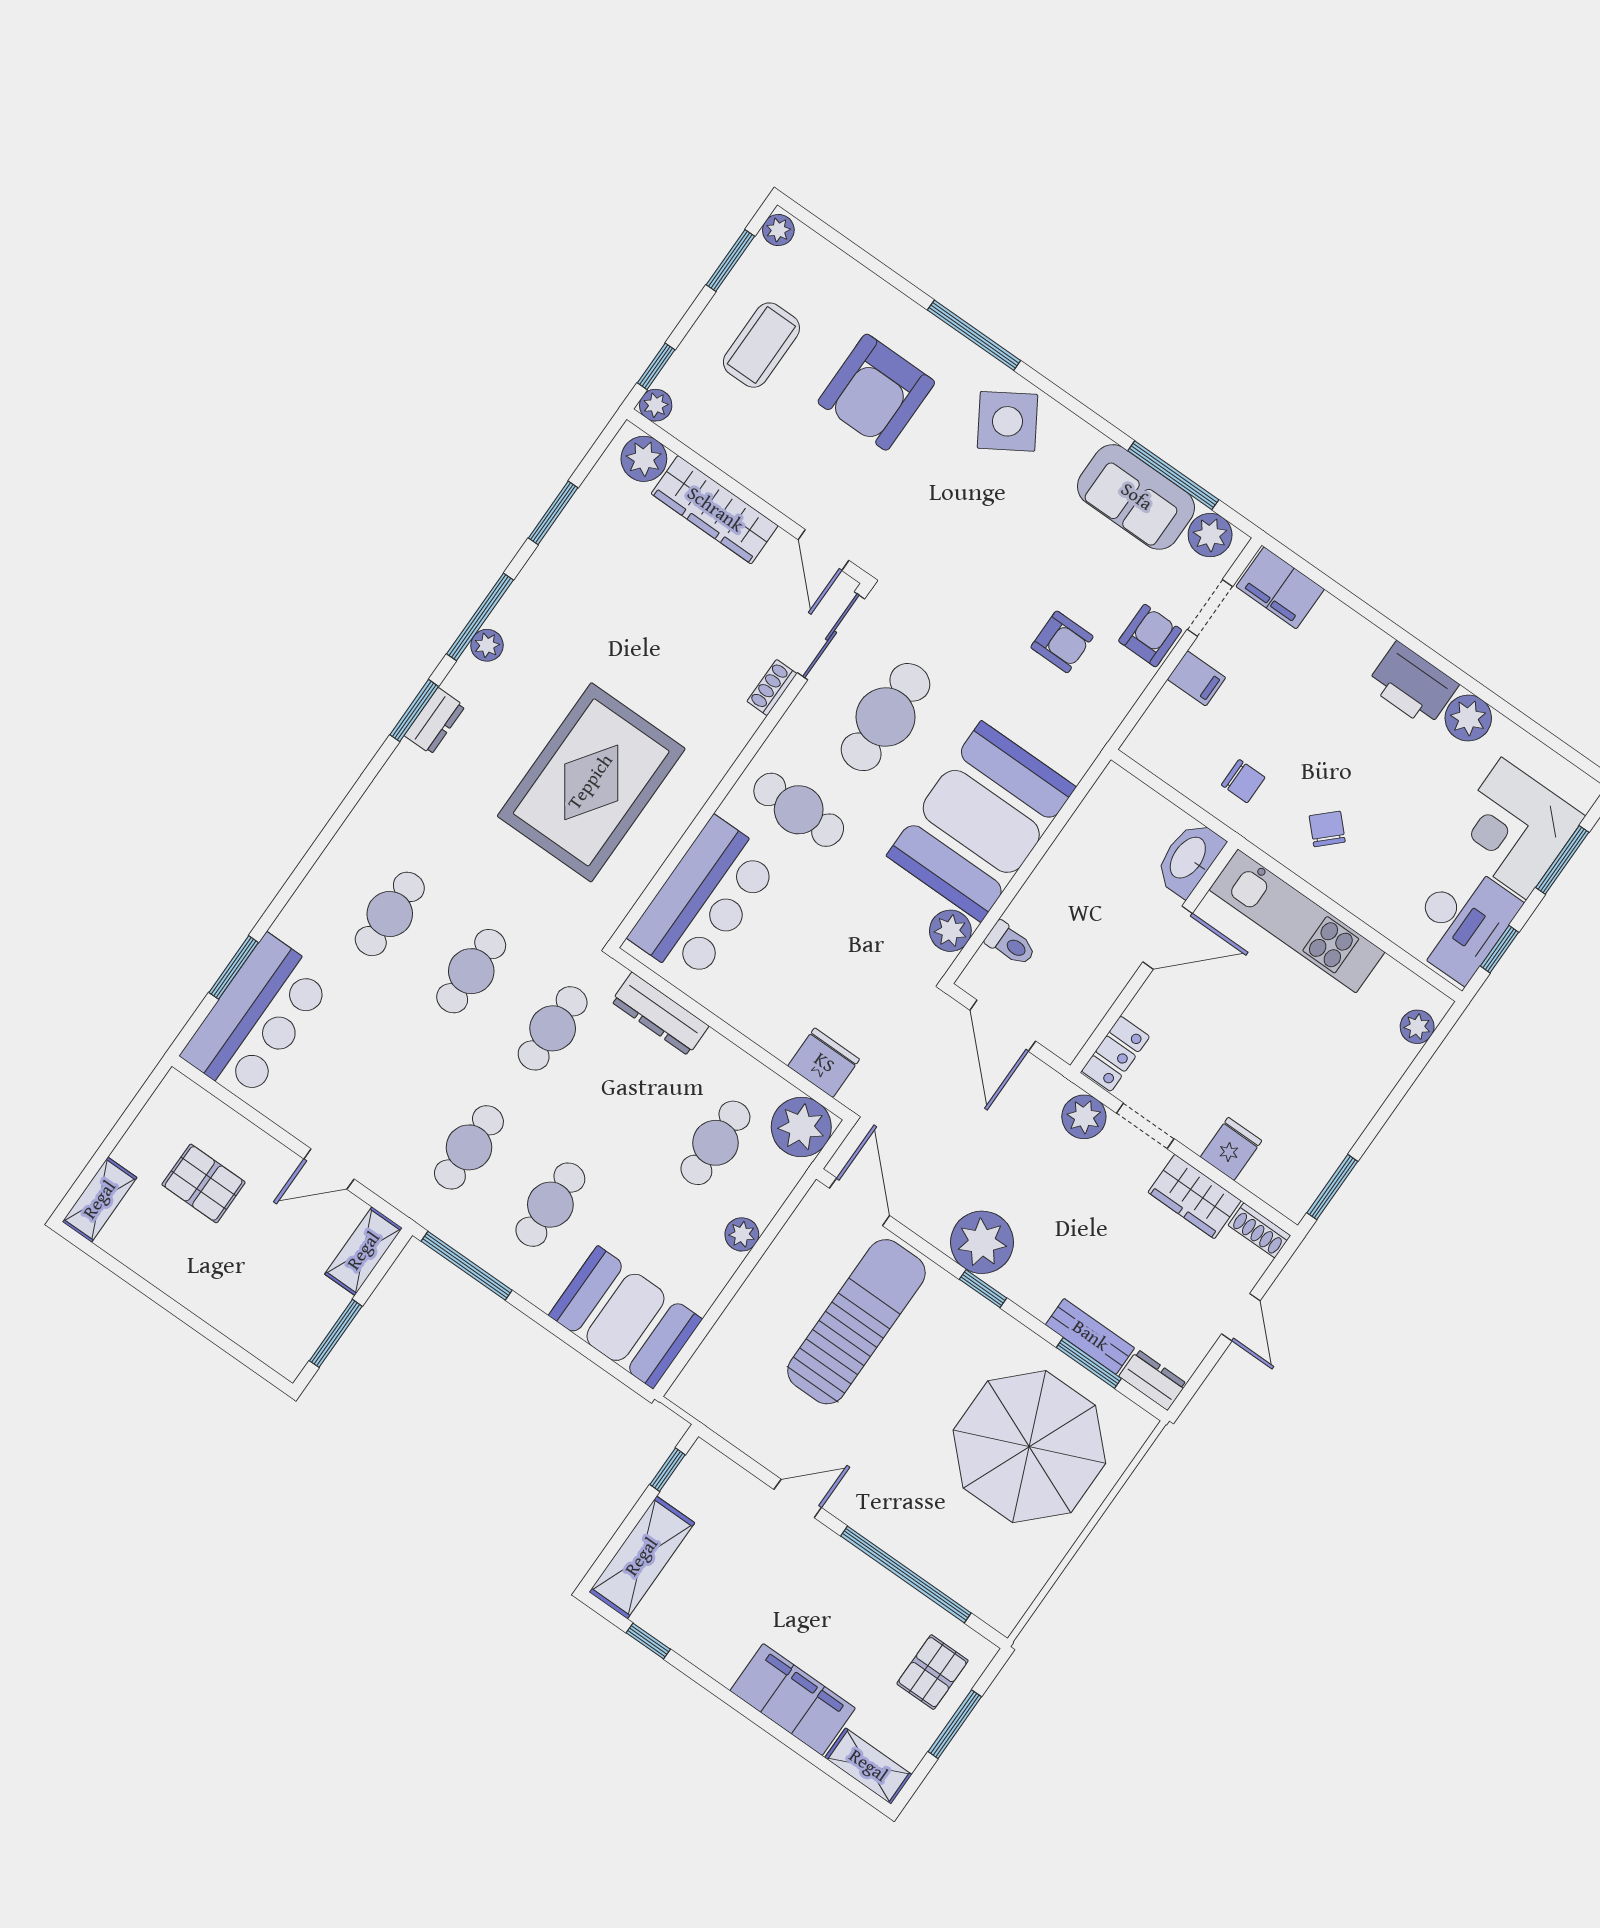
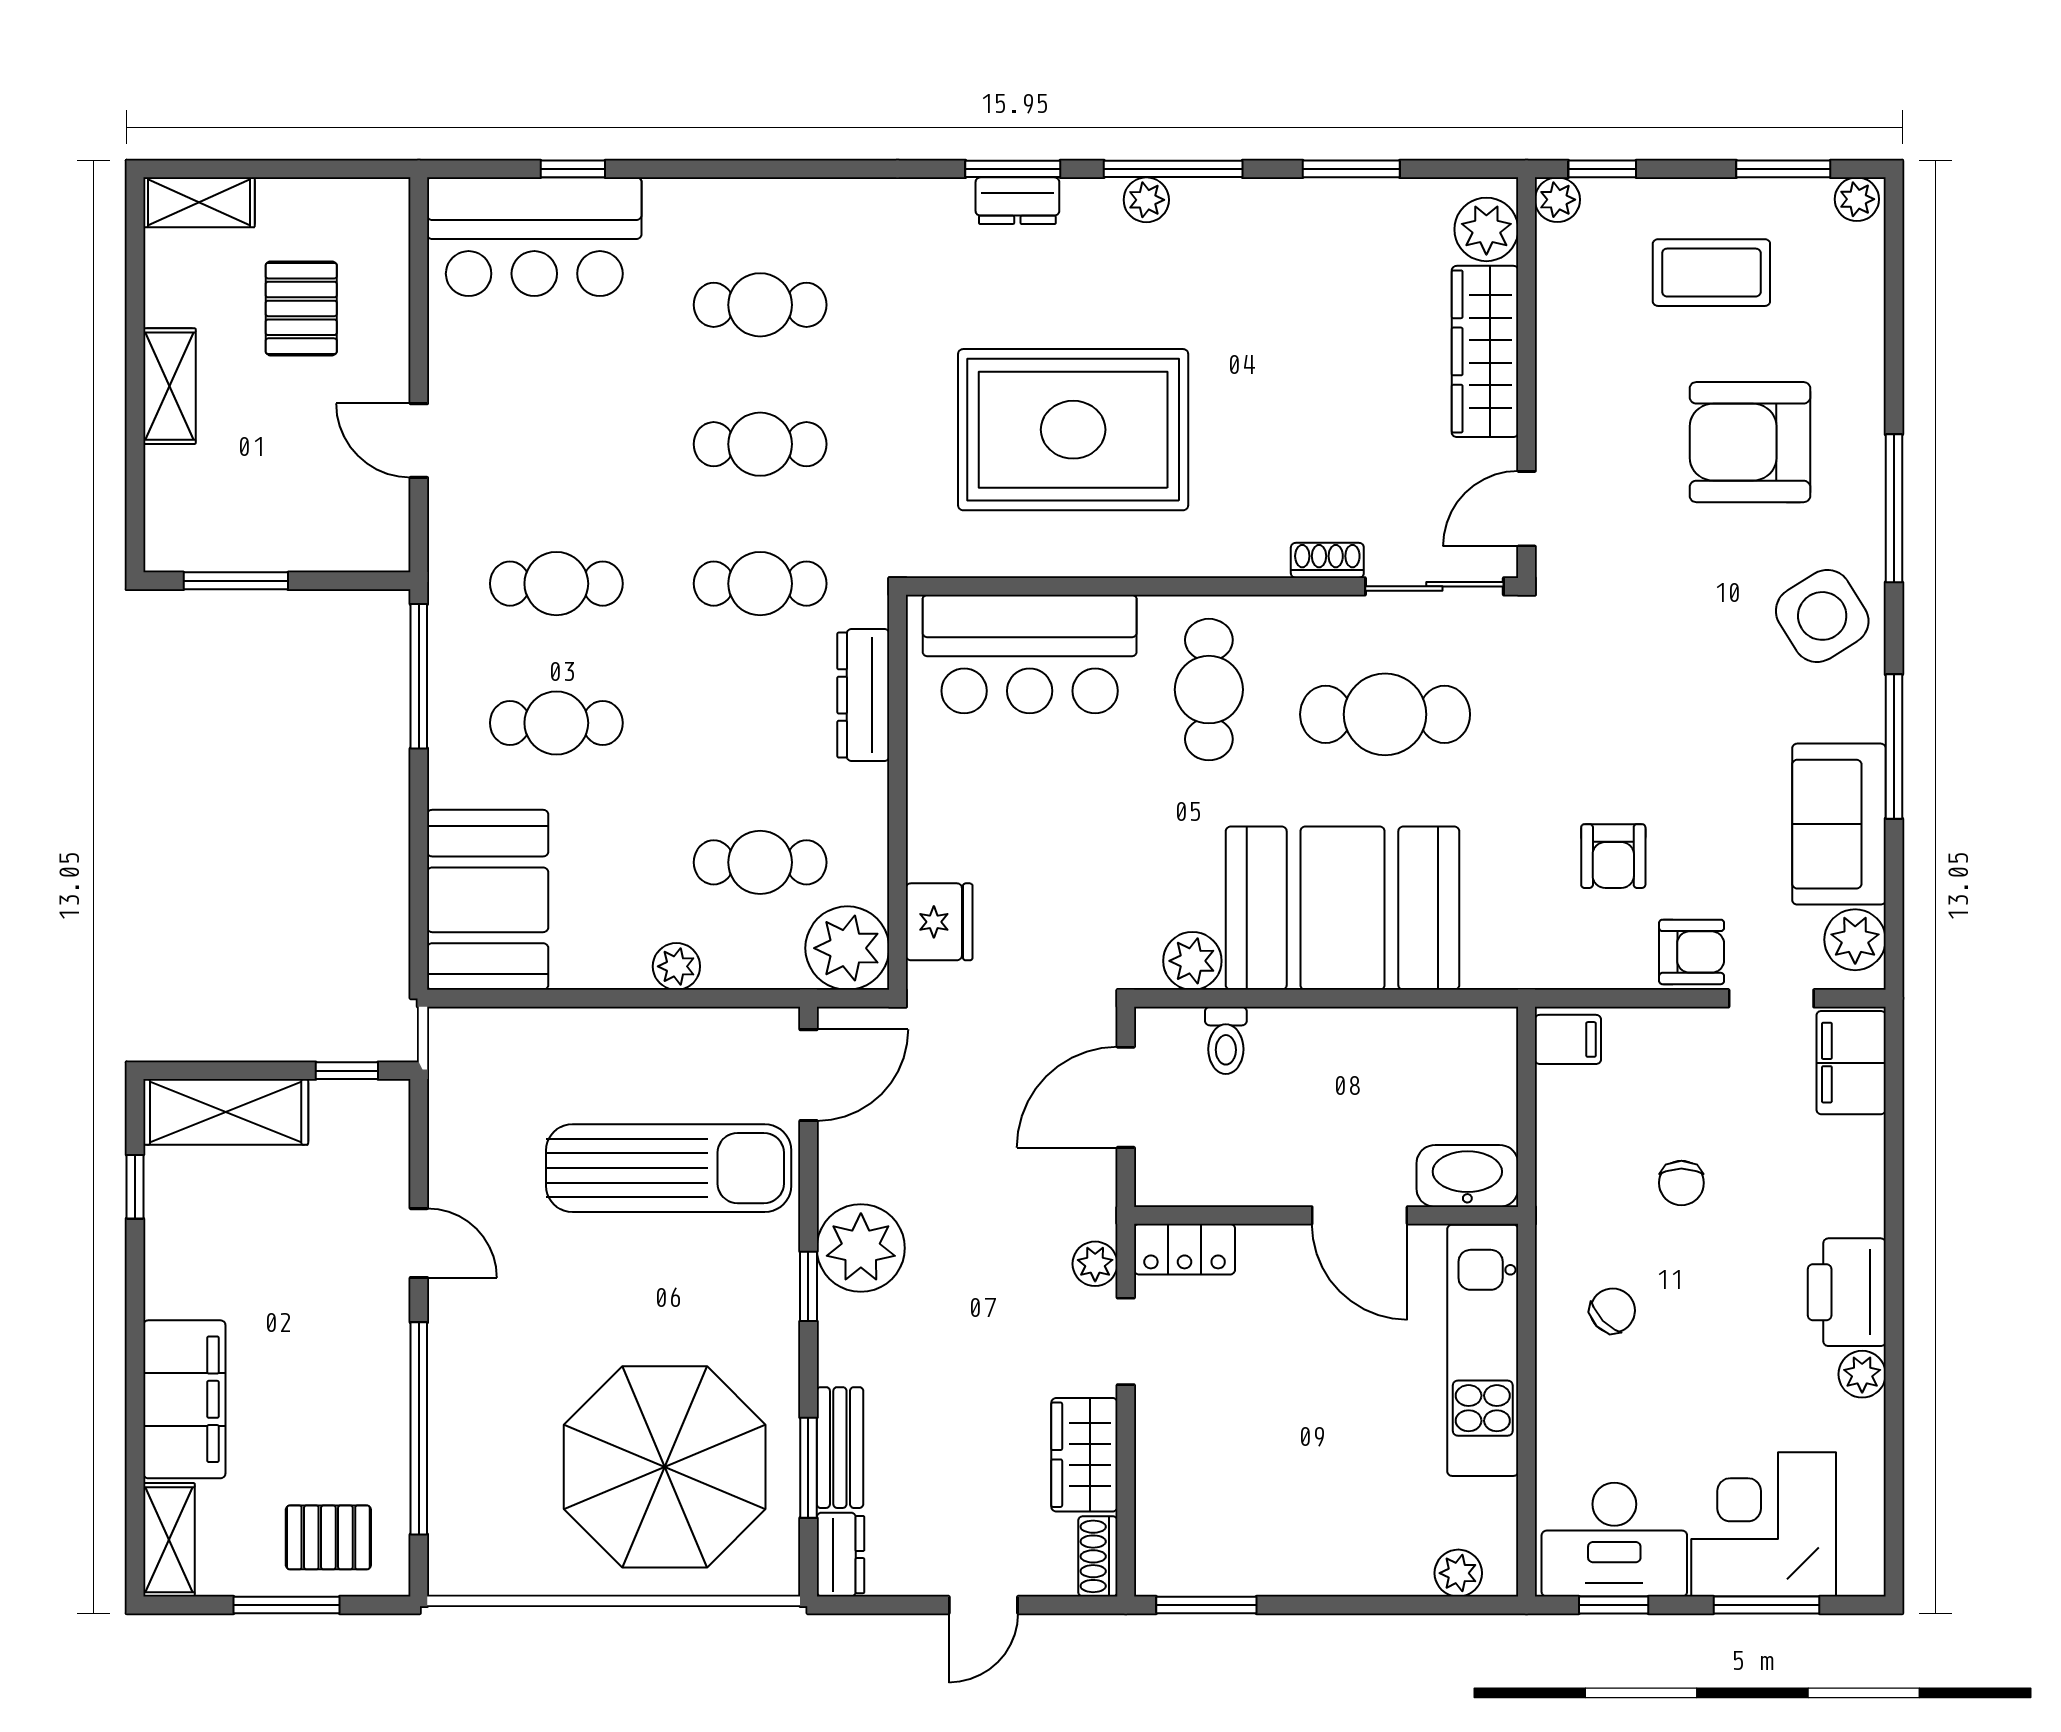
window: (1173, 475) -> (1894, 747), moved
filing cabinet: (1196, 678) -> (1568, 1039), moved, turned -90
plant: (1468, 718) -> (1862, 1374), width x0.73, depth x0.73
chair: (1243, 781) -> (1681, 1183), moved
window: (234, 967) -> (573, 169), width x0.67
plant: (1084, 1117) -> (1095, 1264), width x0.73, depth x0.73
fridge: (1231, 1149) -> (1169, 1458), removed
shelving: (364, 1251) -> (169, 386), moved, turned 90

